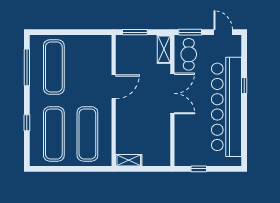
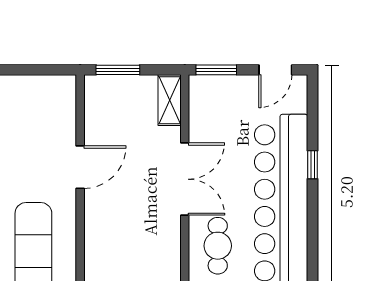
door: (223, 32) -> (275, 70), swing flipped
cafe table: (189, 54) -> (218, 246), moved

